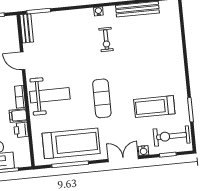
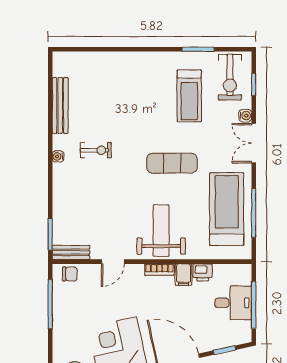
chair: (10, 29) -> (70, 274), added

